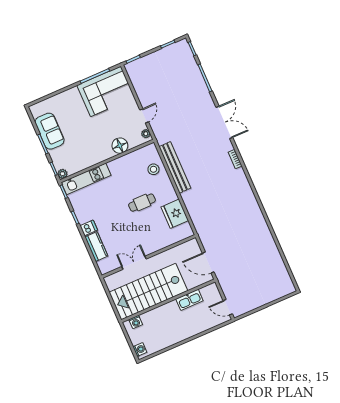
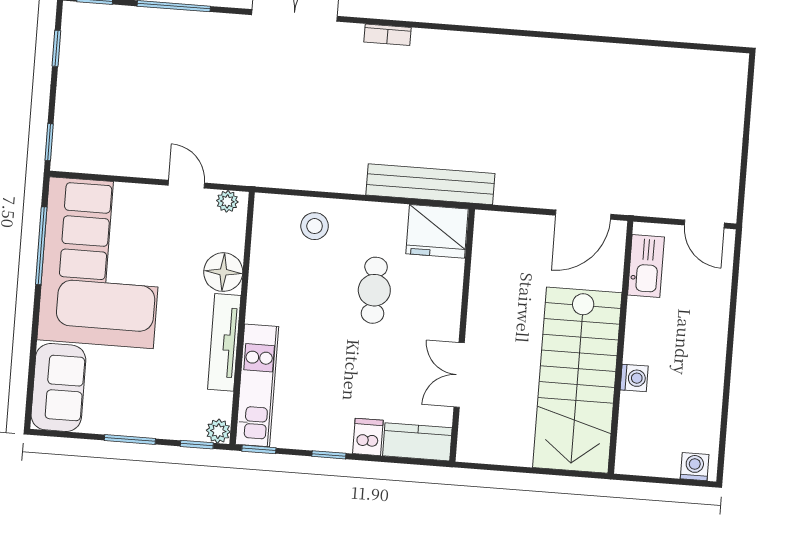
corner sofa: (106, 91) -> (101, 263), width x1.36, depth x1.36
sofa: (50, 131) -> (58, 387), moved, turned 90
tv unit: (95, 159) -> (224, 342), added
bench: (175, 167) -> (430, 184), moved
wall: (149, 256) -> (462, 335), moved
double door: (134, 263) -> (459, 375), moved
kitchen sink: (189, 300) -> (646, 266), moved
door: (228, 307) -> (704, 224), hinge flipped
washing machine: (136, 322) -> (634, 378), moved

